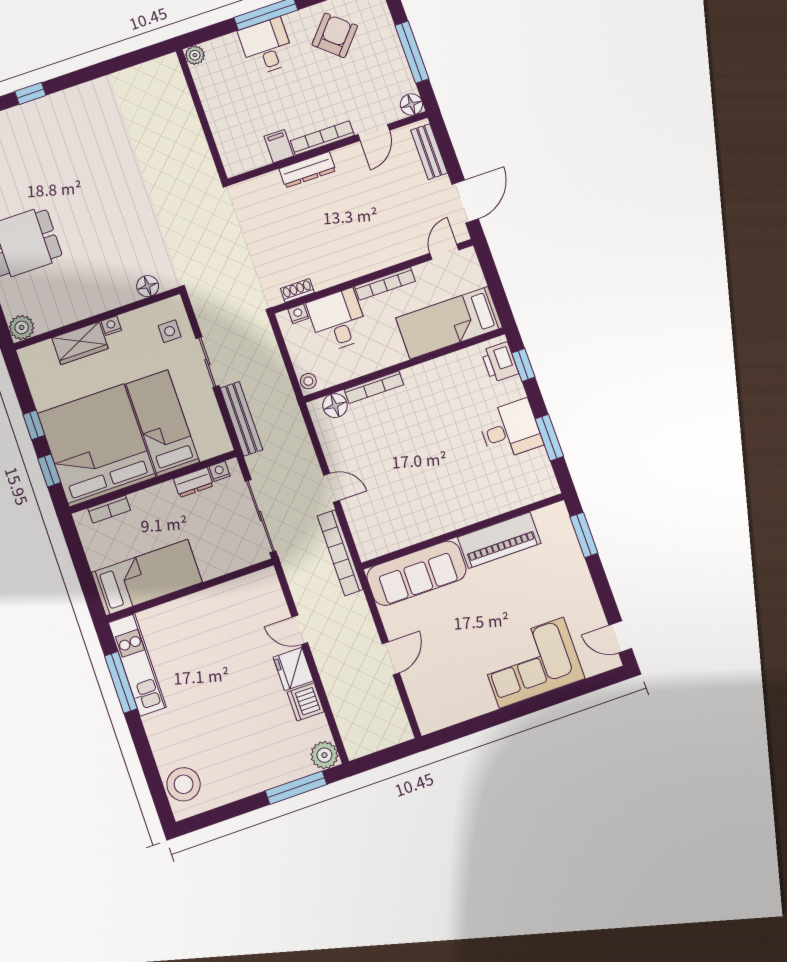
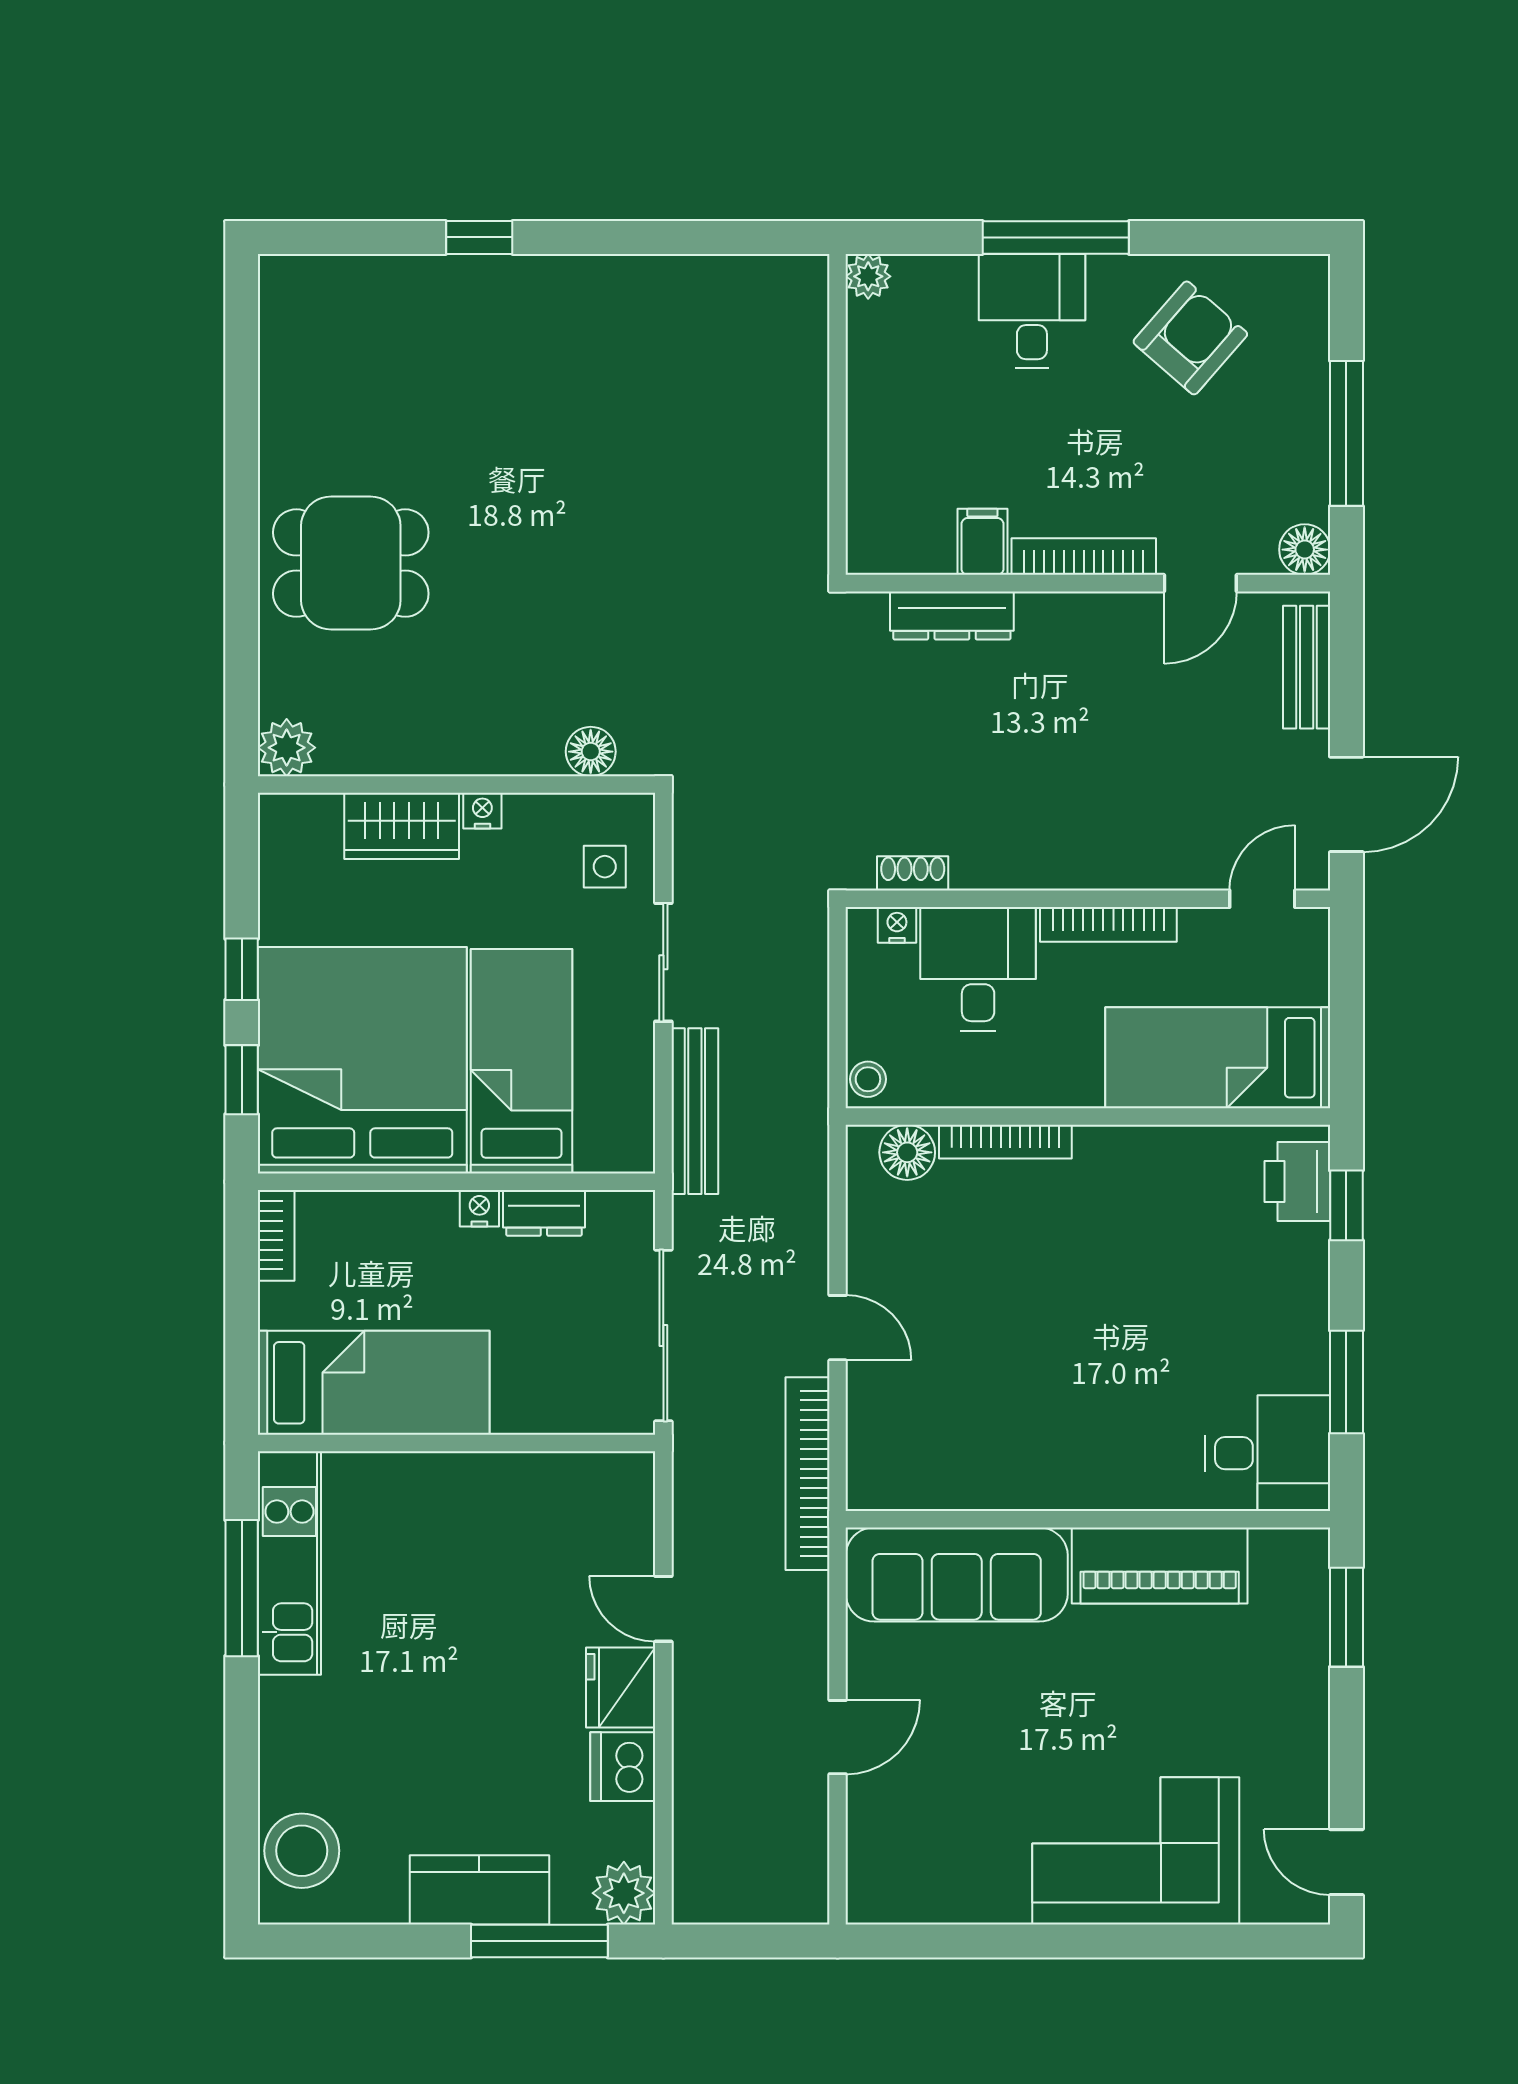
dresser: (307, 170) -> (952, 615), moved
desk: (510, 430) -> (1268, 1453), moved
nightstand: (220, 471) -> (479, 1208), moved
bookcase: (109, 509) -> (276, 1235), moved, turned -90
kitchen counter: (264, 775) -> (479, 1890), added

